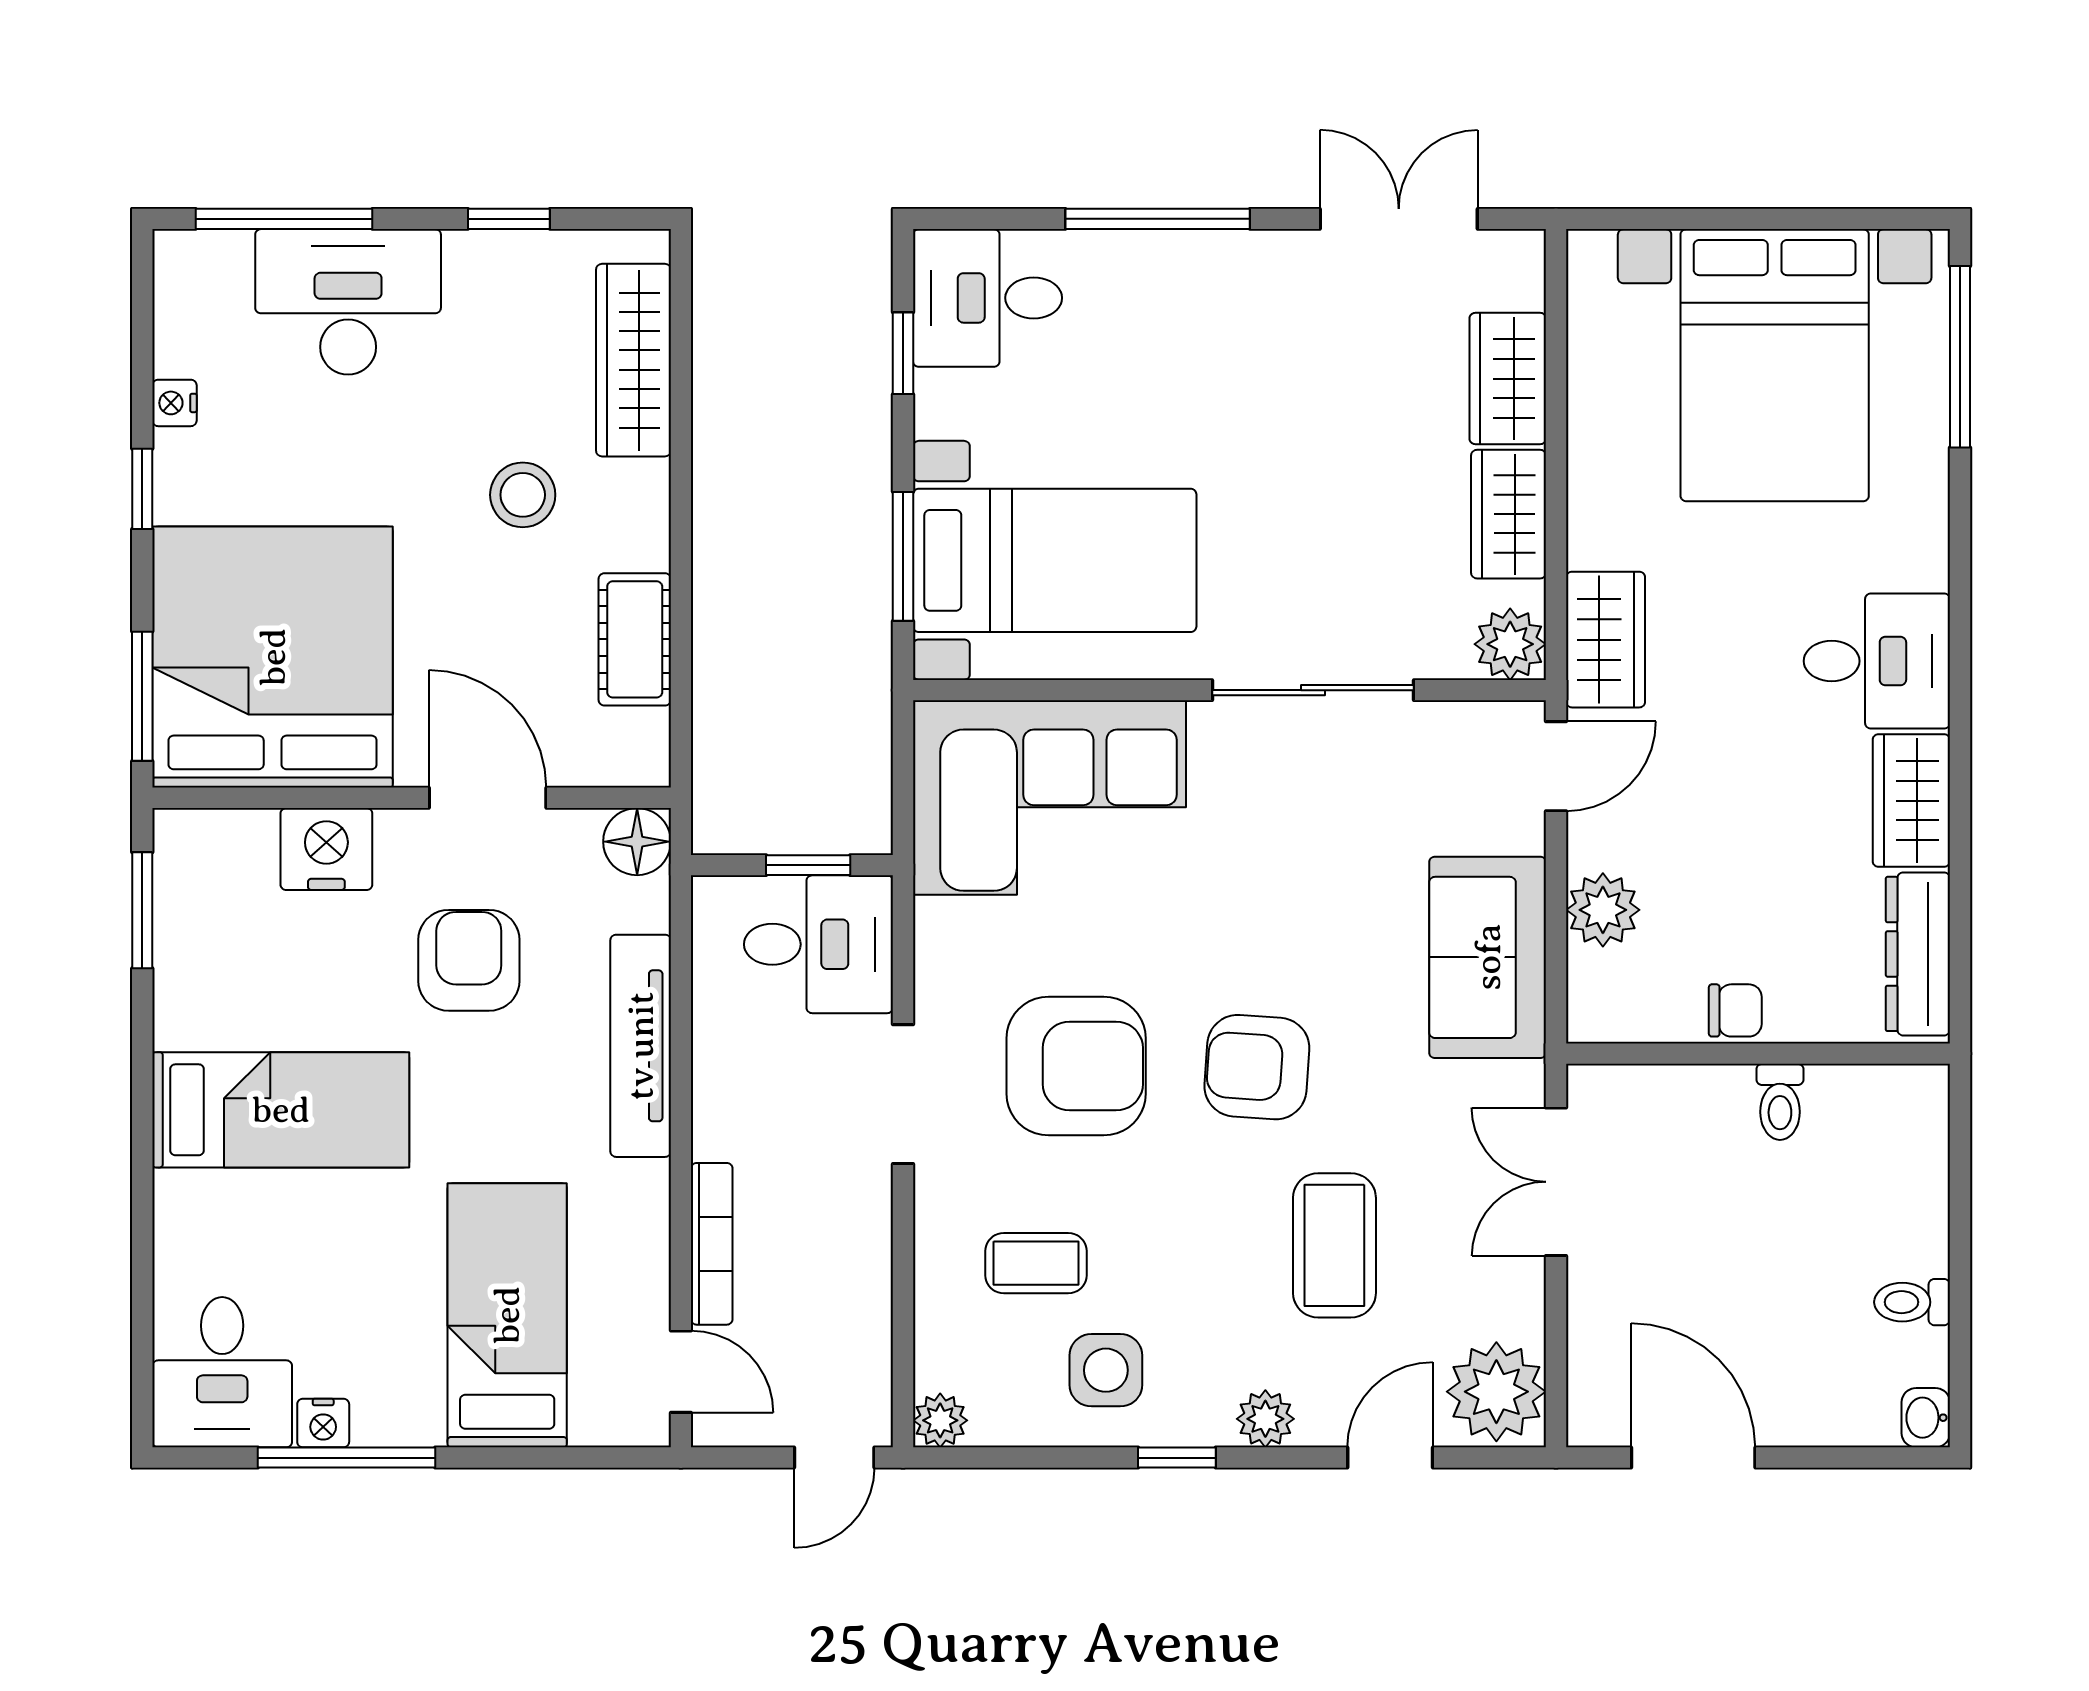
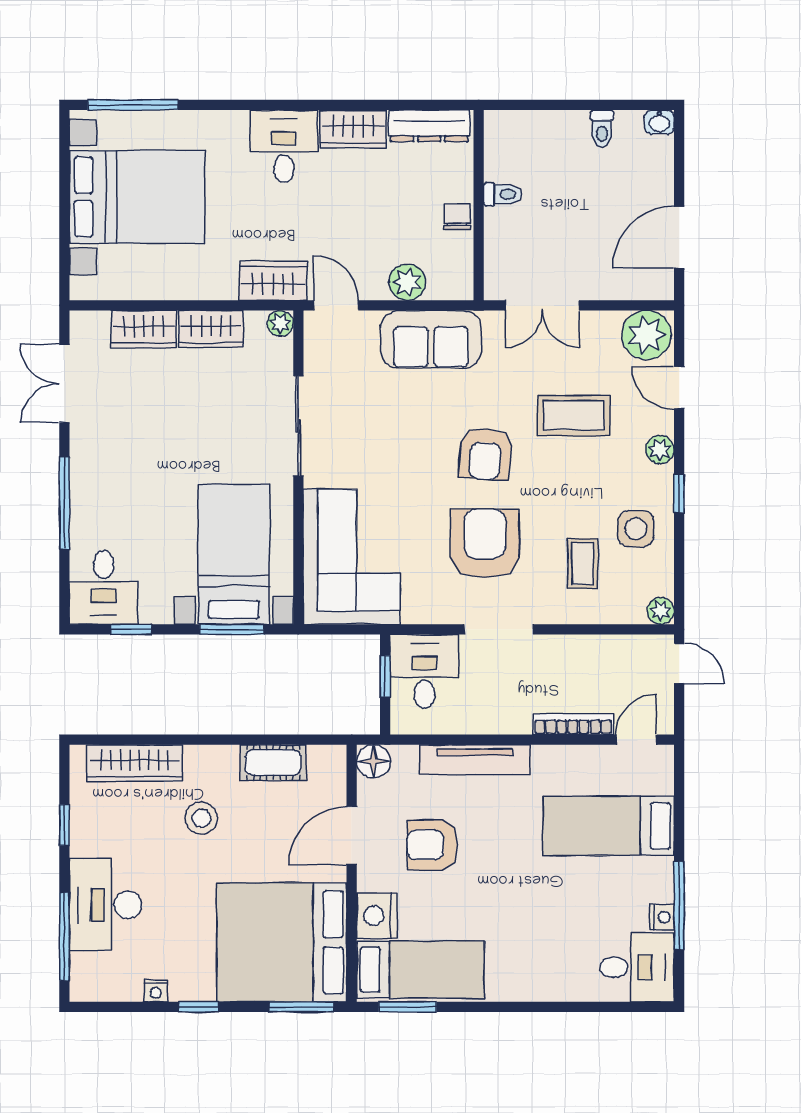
plant: (1510, 644) -> (280, 323), width x0.73, depth x0.73
bed: (281, 1110) -> (420, 970), moved, turned 90

